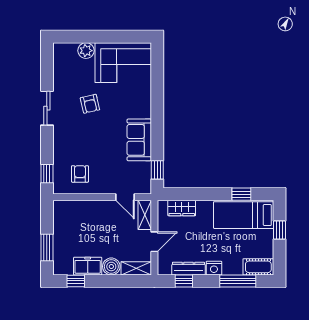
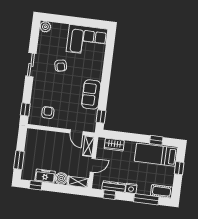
plant: (86, 51) -> (45, 27), moved

